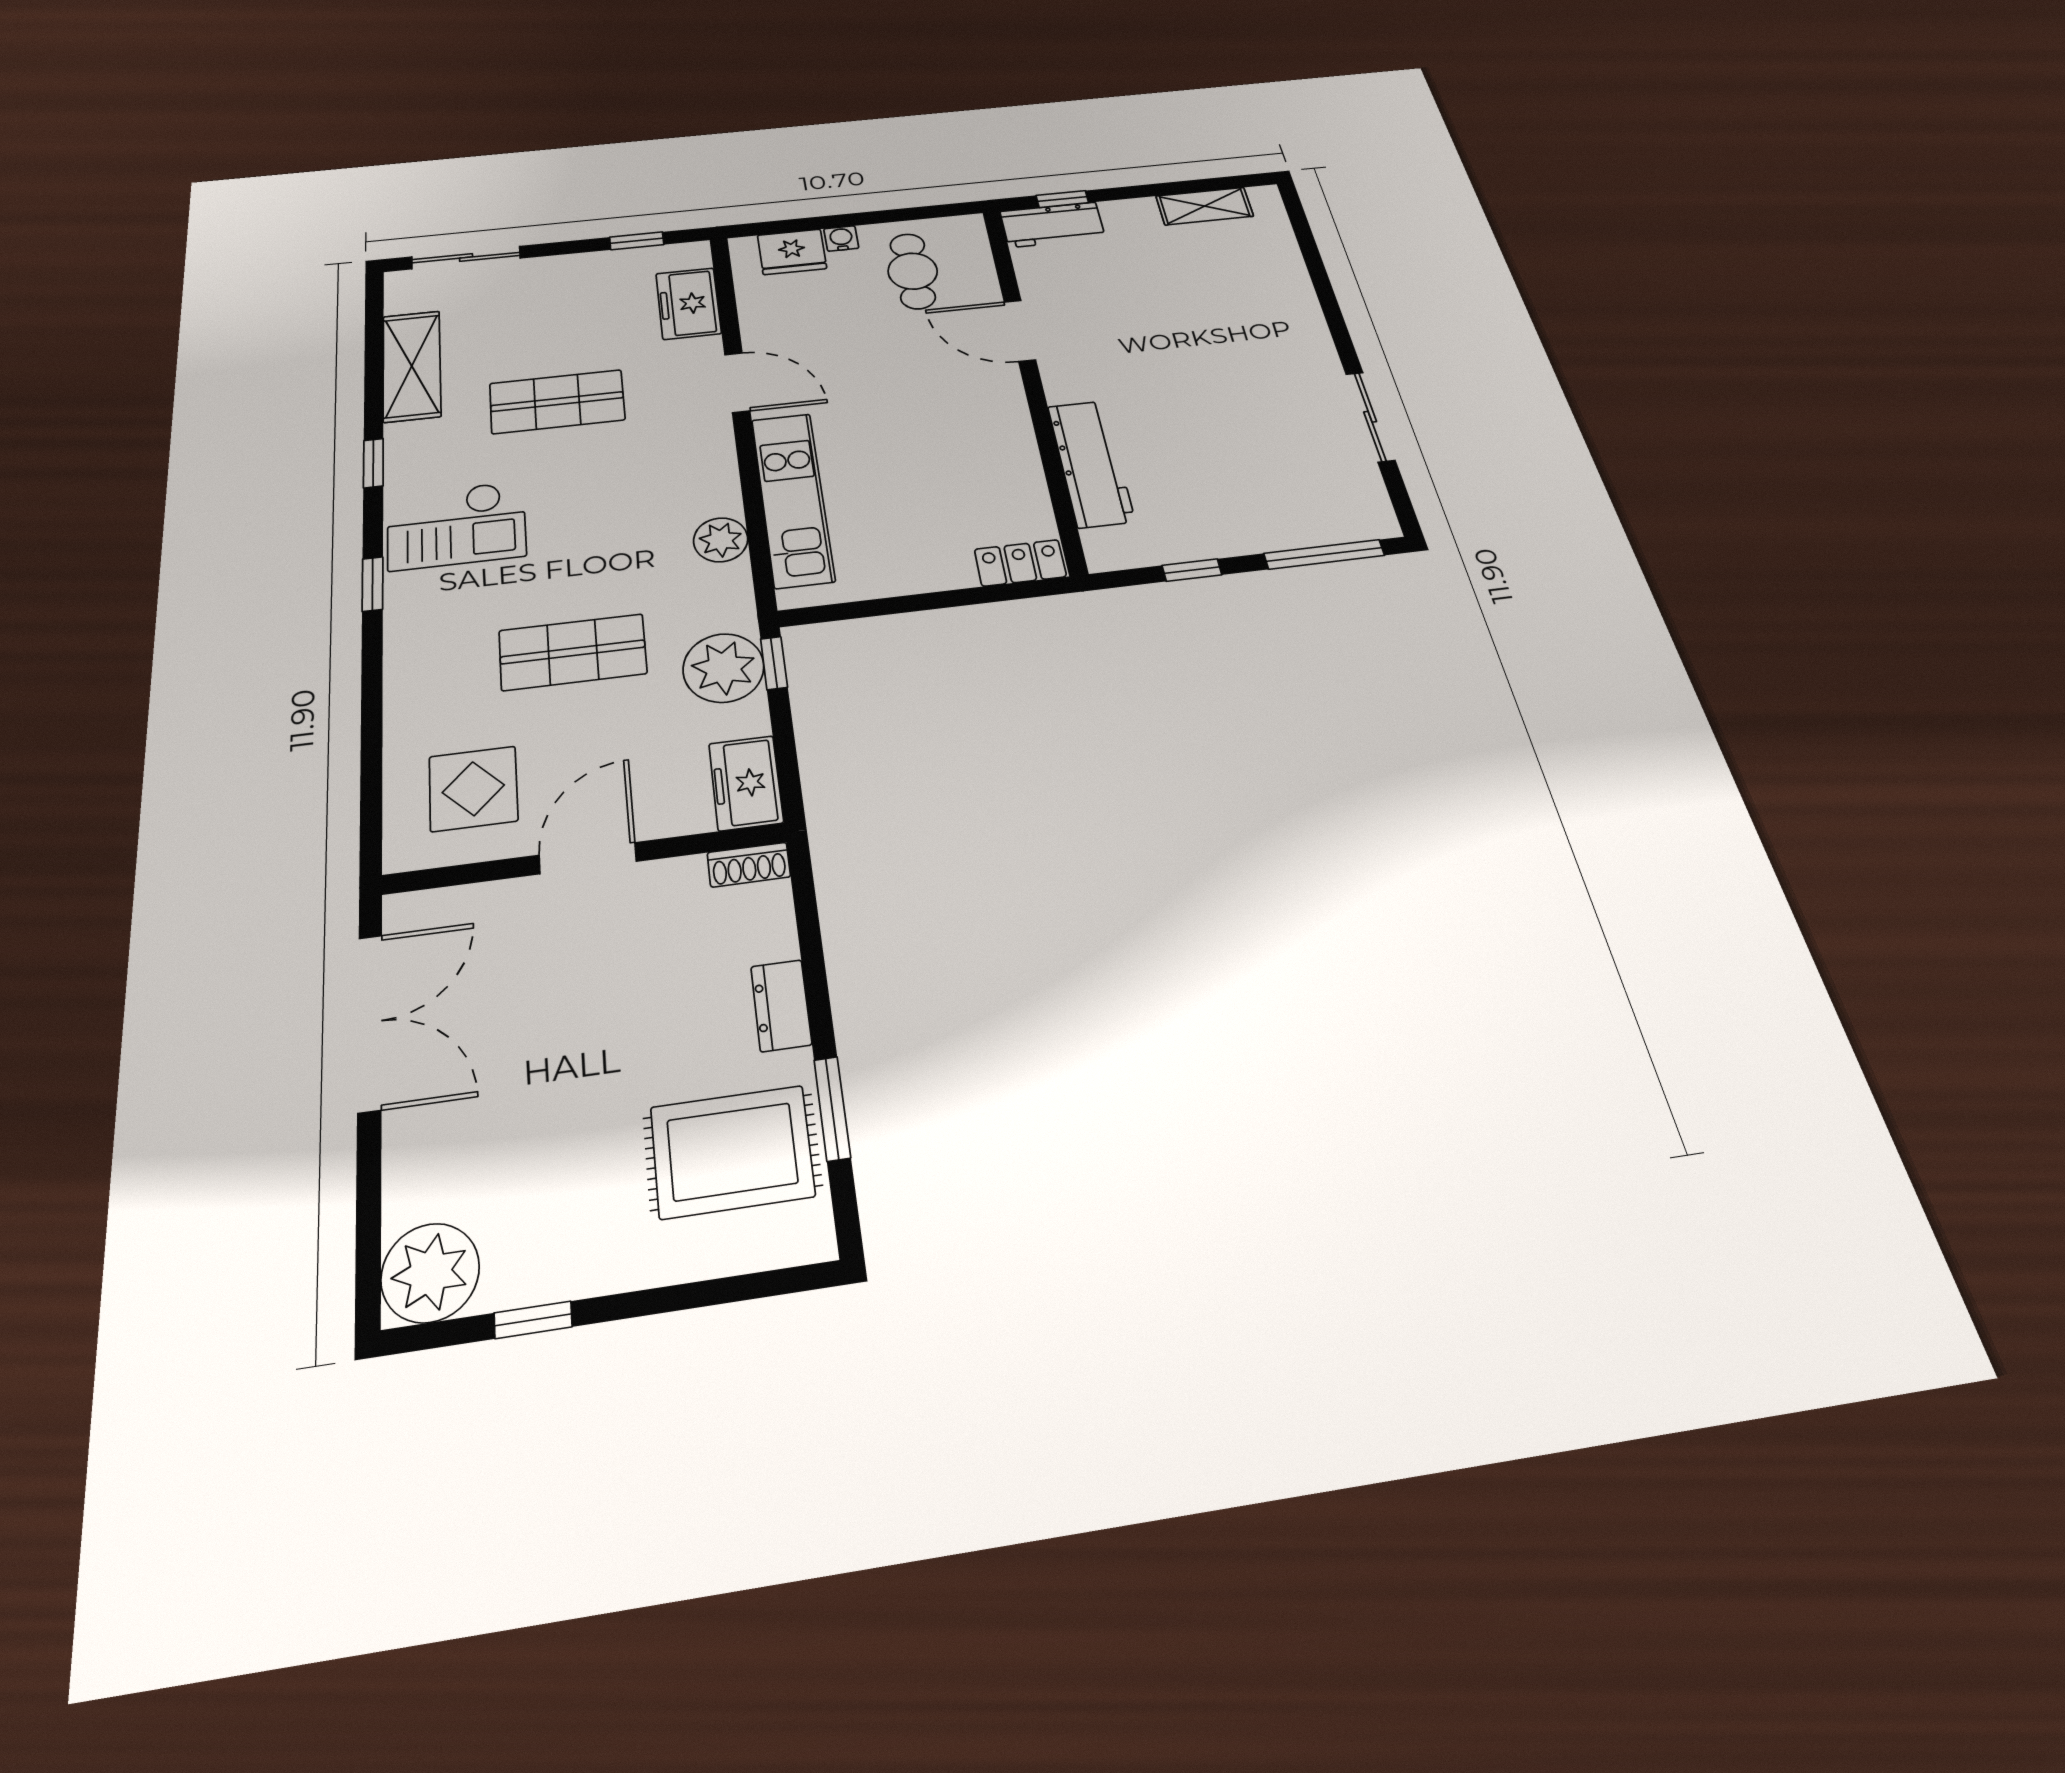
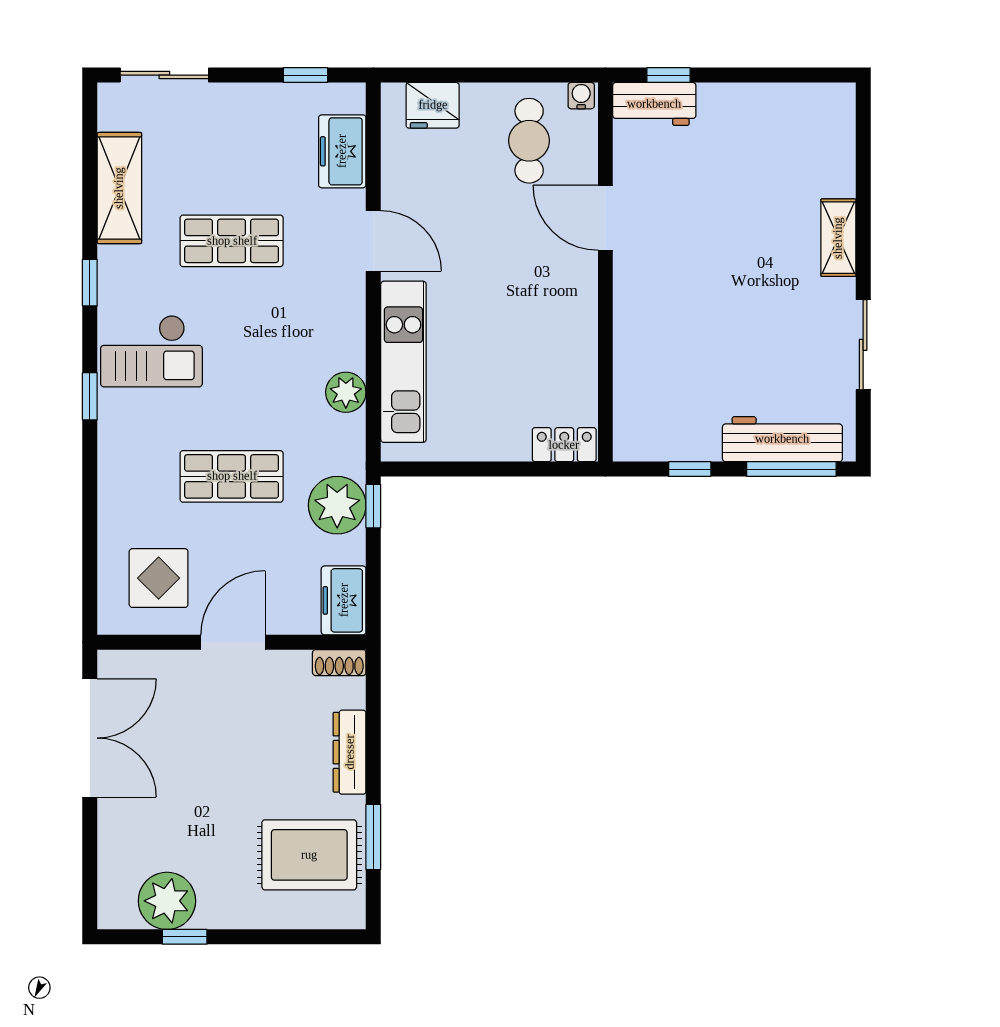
shelving: (1205, 206) -> (838, 238), moved, turned 90
water cooler: (841, 238) -> (581, 96), moved
workbench: (1091, 463) -> (782, 439), moved, turned -90
dresser: (781, 1005) -> (350, 752), width x1.44
plant: (430, 1273) -> (167, 901), moved

